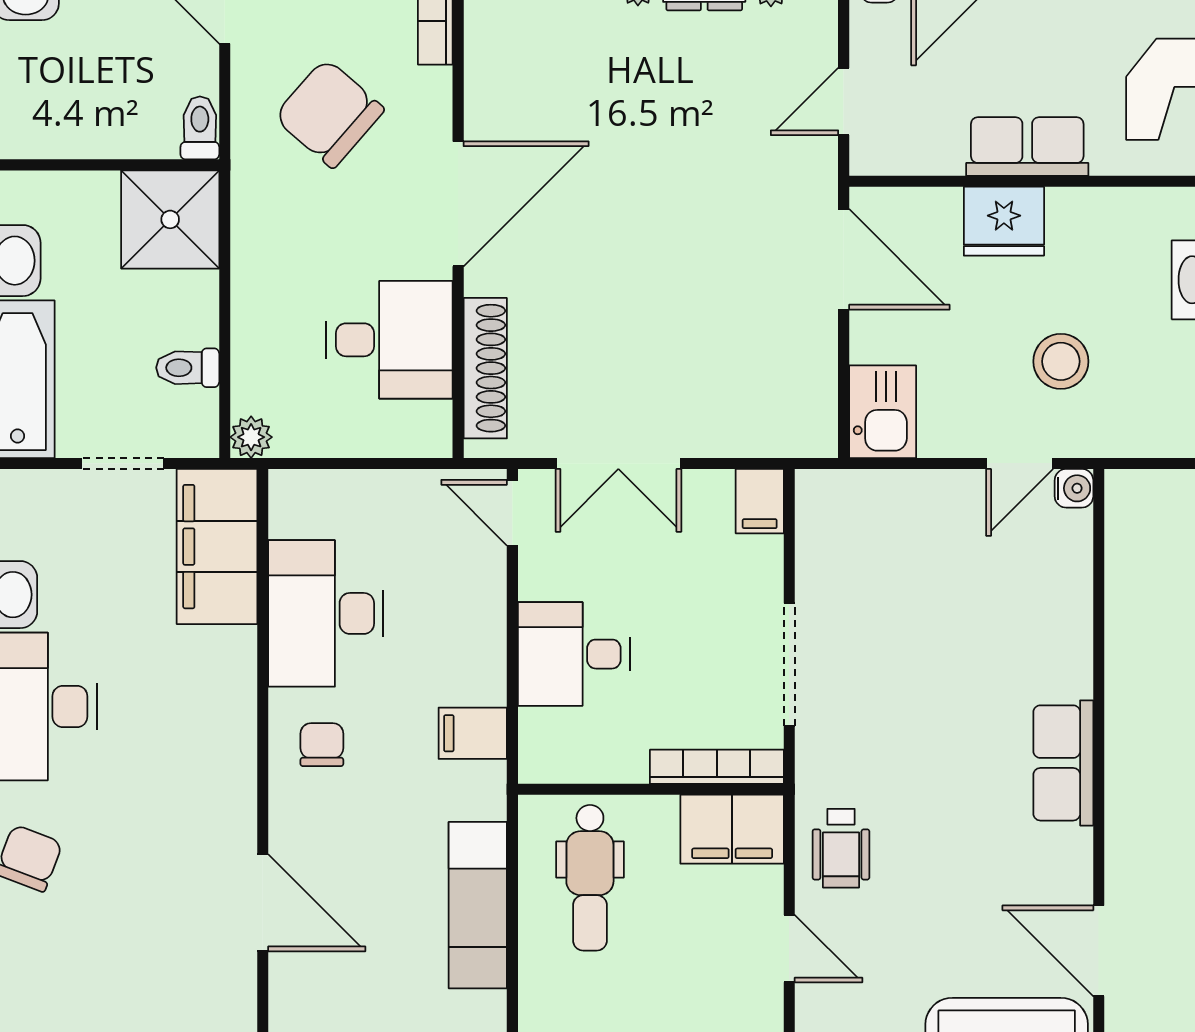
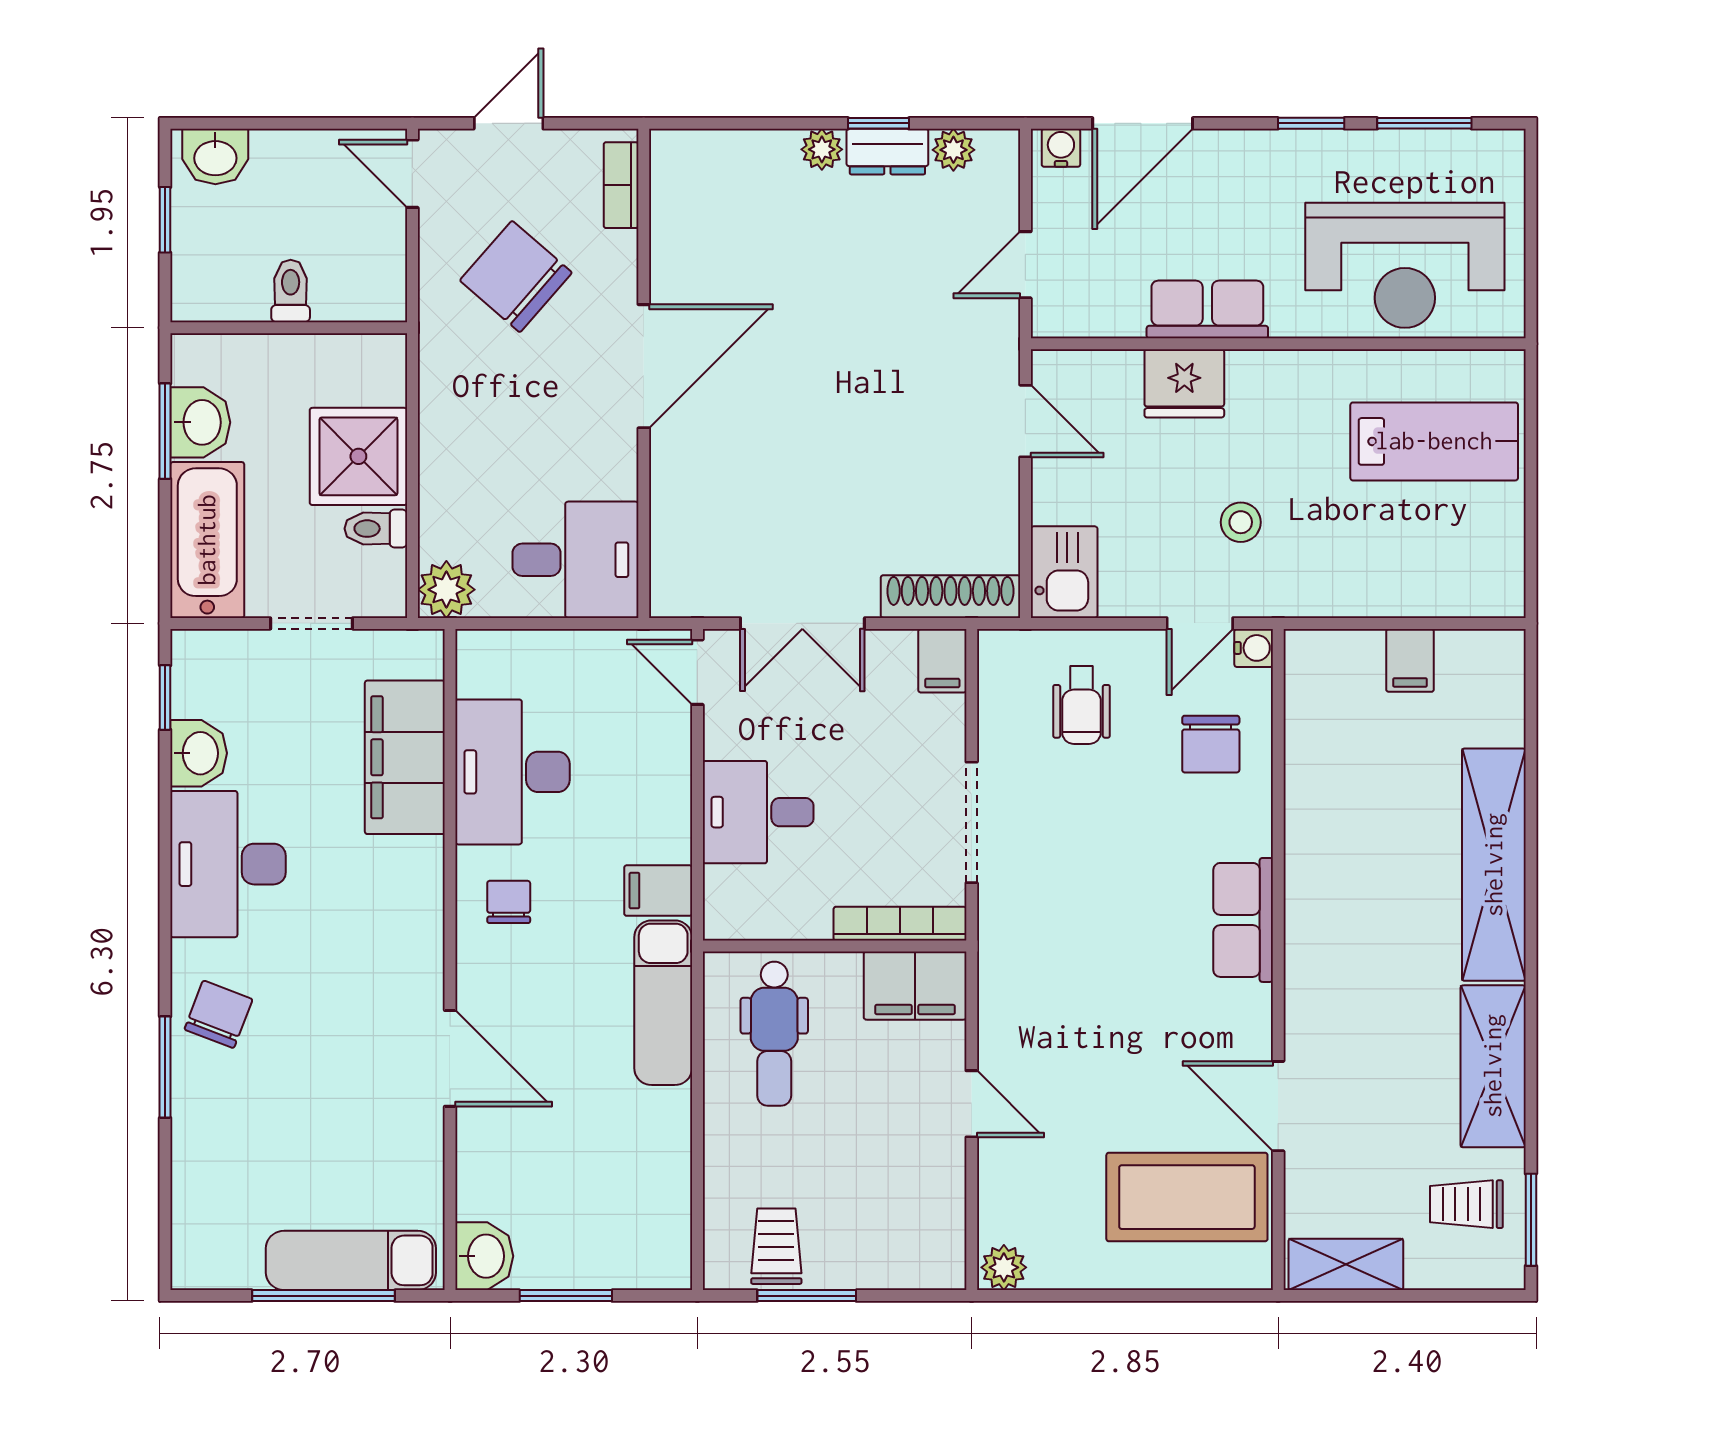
toilet: (200, 128) -> (291, 291), moved
shower: (170, 219) -> (358, 456), moved
door: (844, 259) -> (1025, 421), width x0.73
desk: (389, 340) -> (575, 560), moved
stool: (1061, 361) -> (1241, 522), width x0.73, depth x0.73
shoe rack: (485, 368) -> (951, 597), moved, turned -90
plant: (251, 437) -> (446, 590), width x1.38, depth x1.38
filing cabinet: (217, 547) -> (405, 757), moved
chair: (1031, 585) -> (1211, 744), added
wheelchair: (841, 848) -> (1082, 705), moved
exam couch: (478, 905) -> (663, 1003), moved

